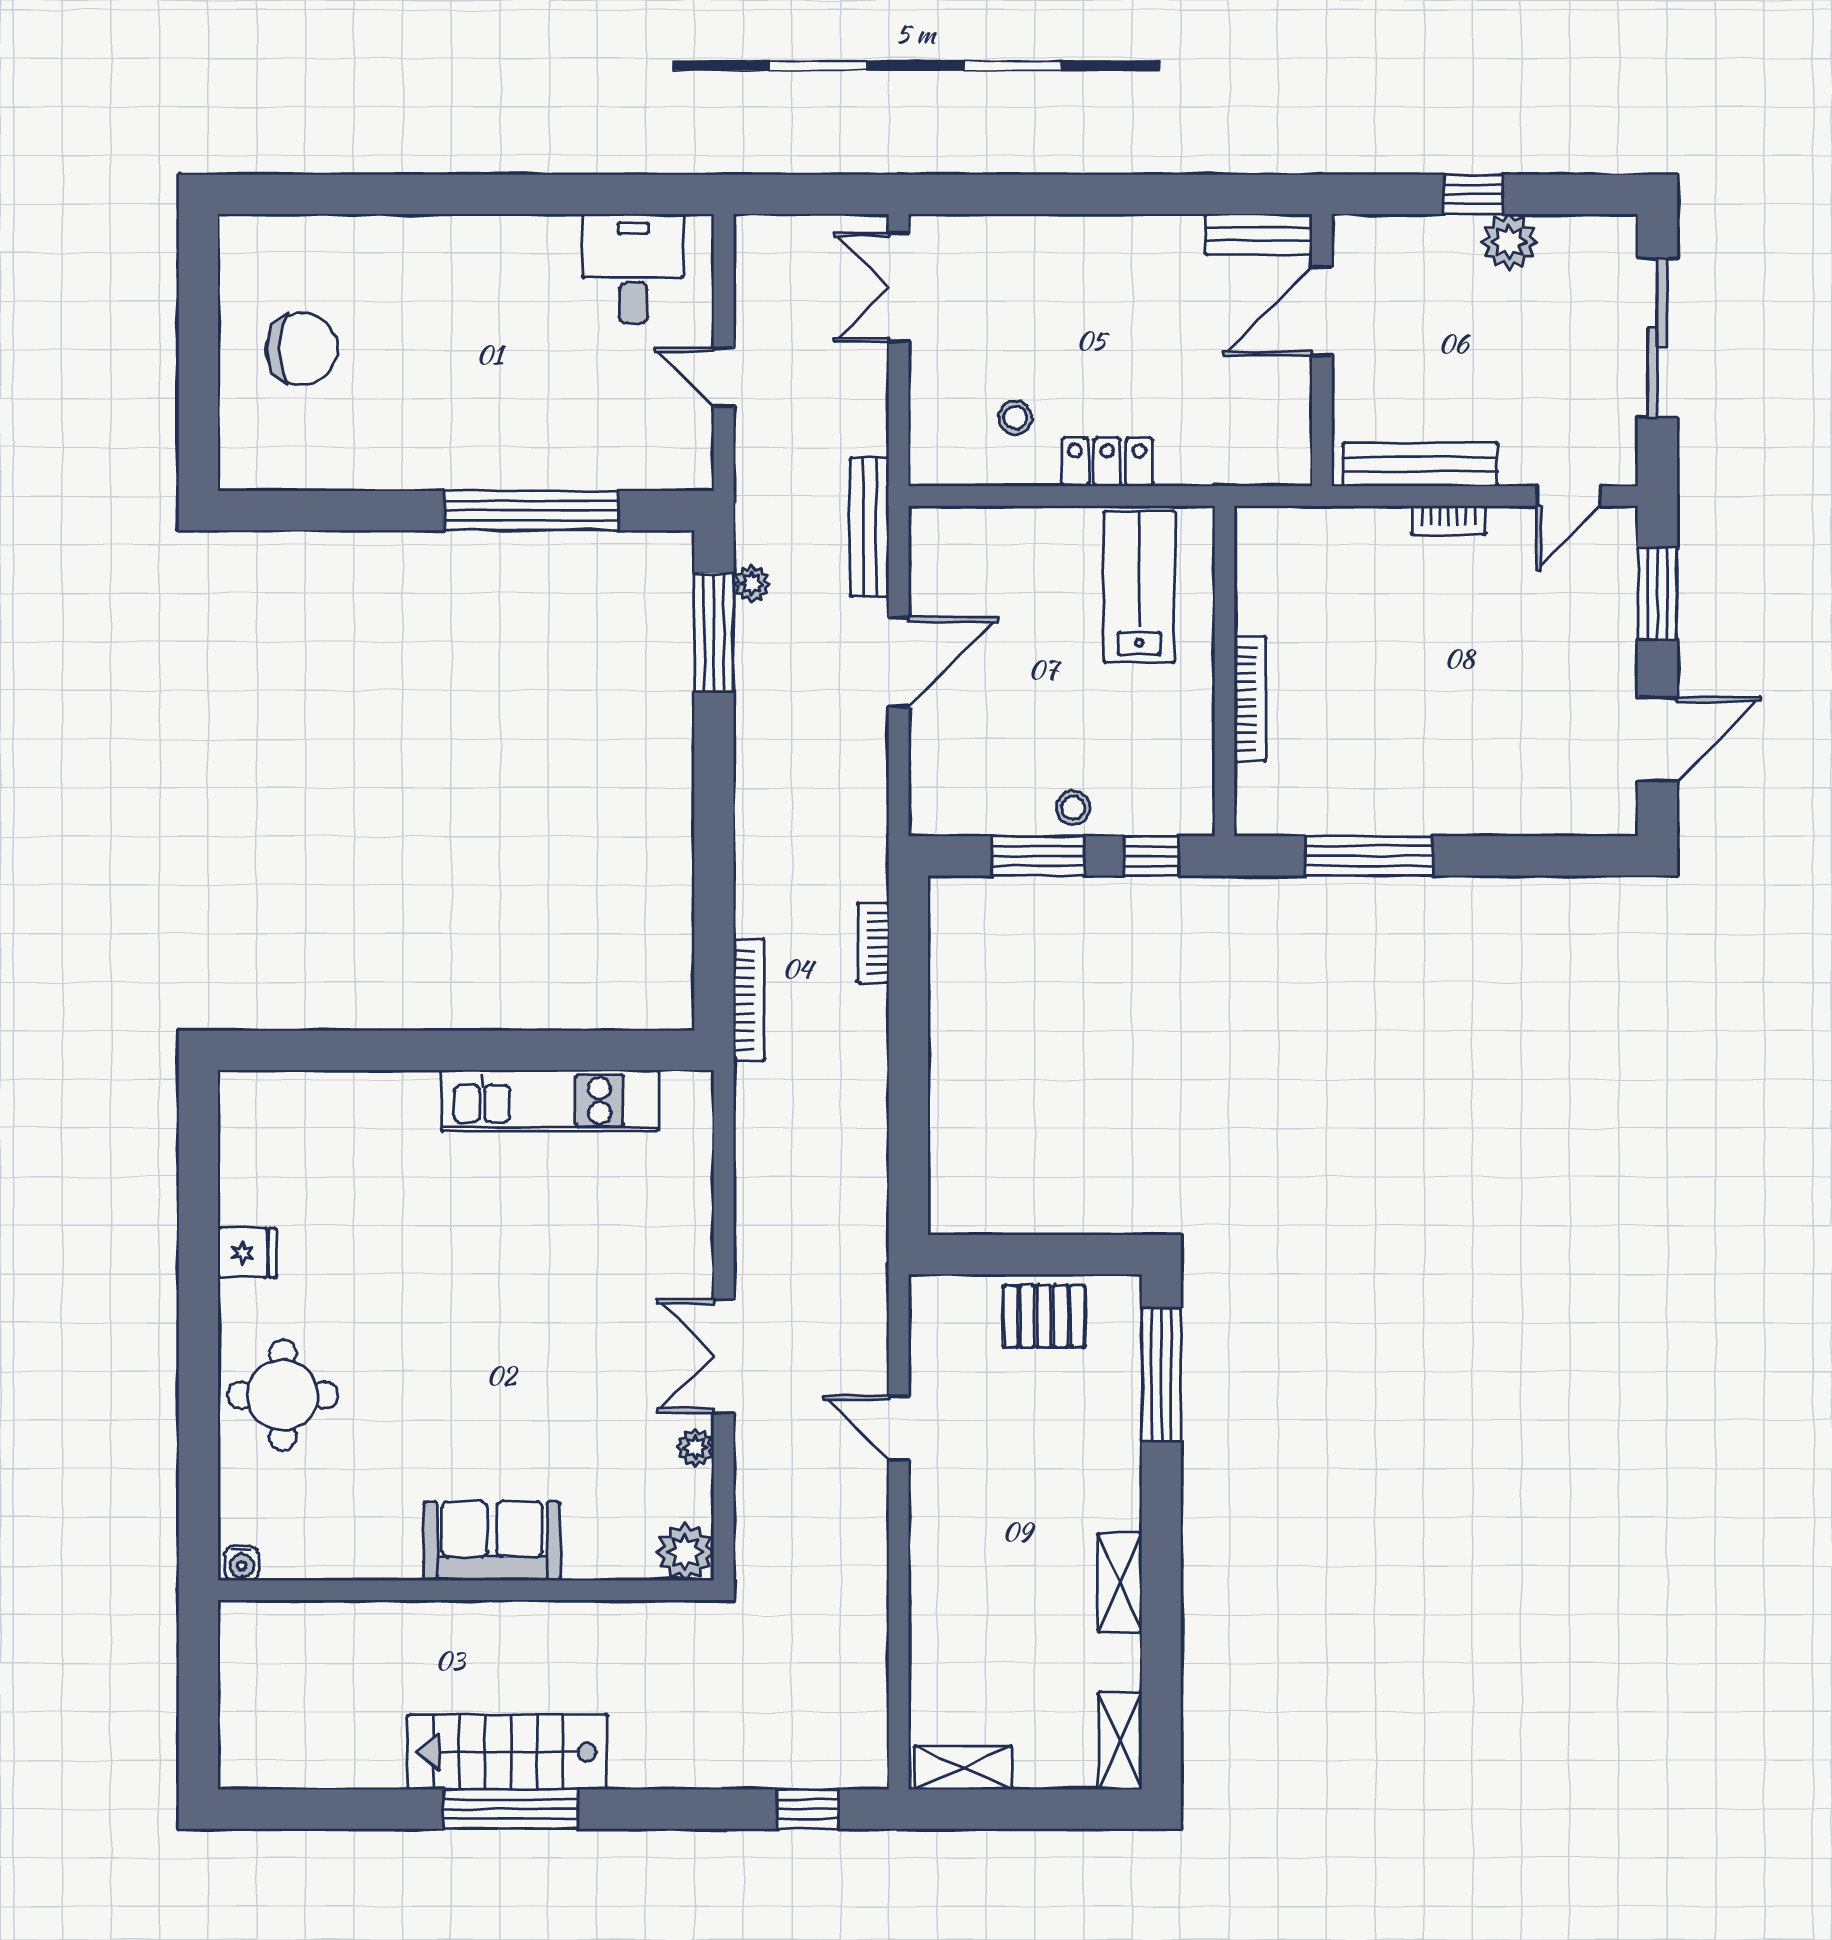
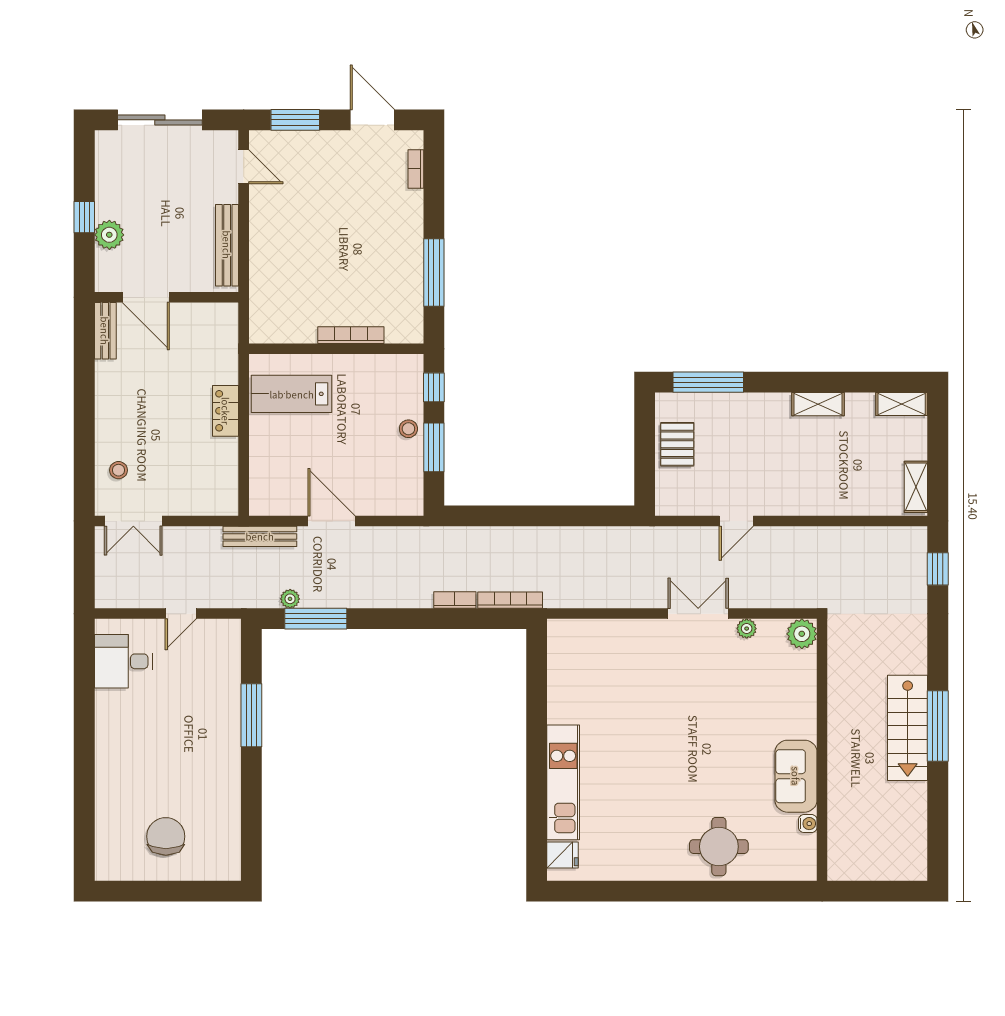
plant: (1509, 242) -> (109, 235), moved
stool: (1015, 418) -> (119, 470), moved
window: (531, 511) -> (251, 715), width x0.68
bookcase: (1448, 520) -> (416, 169), moved, turned 180
bookcase: (873, 943) -> (455, 600), moved, turned 180
kitchen unit: (550, 1101) -> (563, 782), moved
fridge: (247, 1253) -> (563, 855), moved, turned 90
double door: (724, 1356) -> (698, 614), swing flipped
sofa: (492, 1541) -> (796, 776), moved
water cooler: (242, 1563) -> (808, 824), moved

